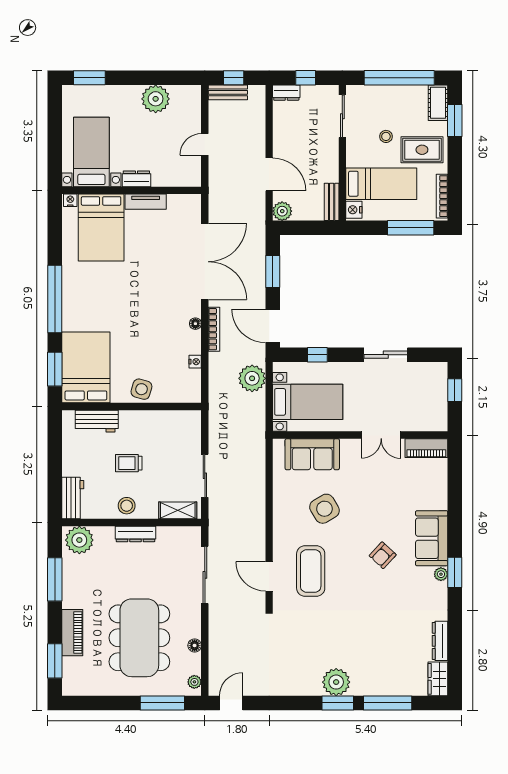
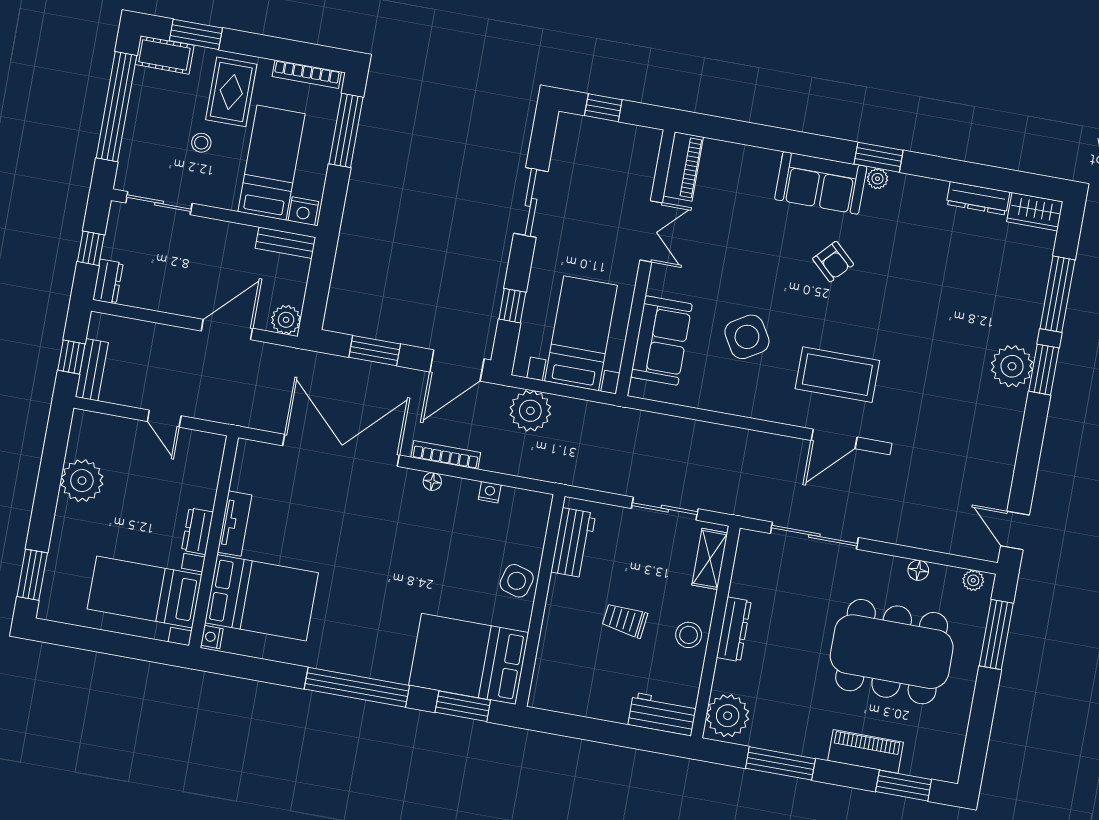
workbench: (97, 421) -> (573, 543), moved
trolley: (129, 463) -> (625, 620), turned 97

